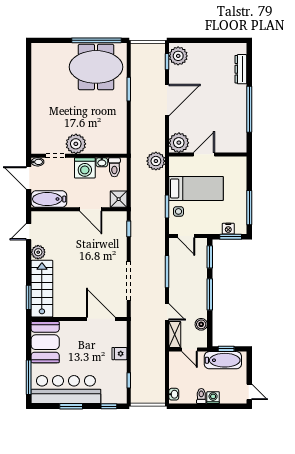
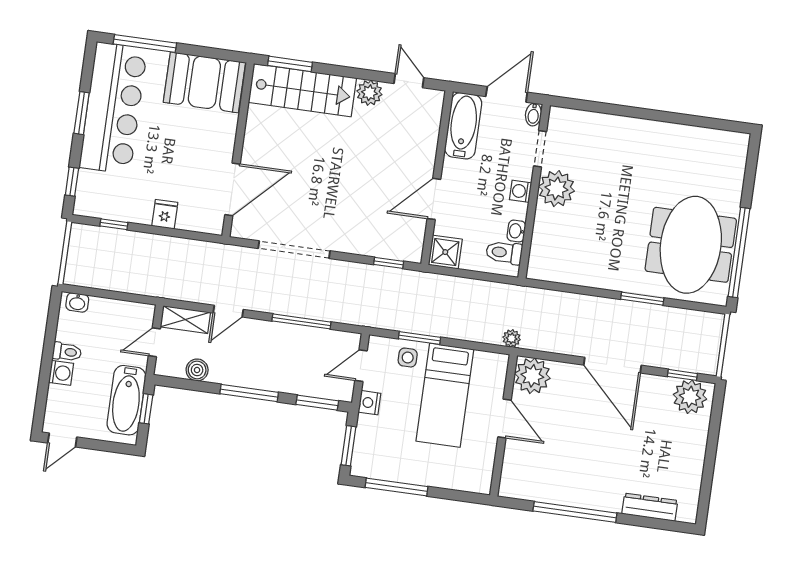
plant: (156, 161) -> (512, 338), width x0.53, depth x0.53
washing machine: (85, 168) -> (521, 191), width x0.53, depth x0.53
nightstand: (228, 229) -> (369, 403), moved

